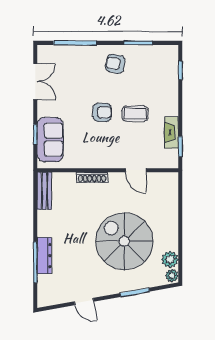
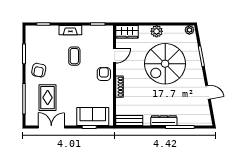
rug: (77, 76) -> (48, 98), added
armchair: (102, 112) -> (104, 74), moved
fireplace: (172, 133) -> (70, 30), moved
wardrobe: (169, 188) -> (127, 32), added
dresser: (44, 256) -> (164, 121), moved
plant: (170, 259) -> (157, 31), moved
door: (84, 302) -> (208, 92), hinge flipped

